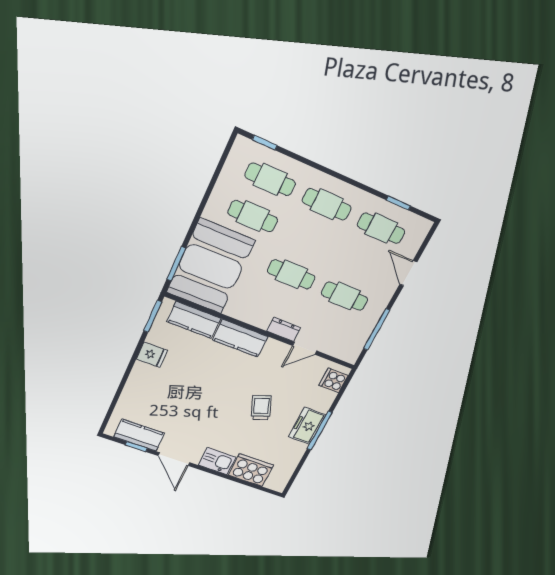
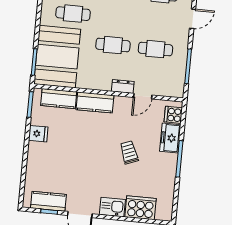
door: (408, 273) -> (193, 19), swing flipped
freezer: (307, 426) -> (170, 138), moved

